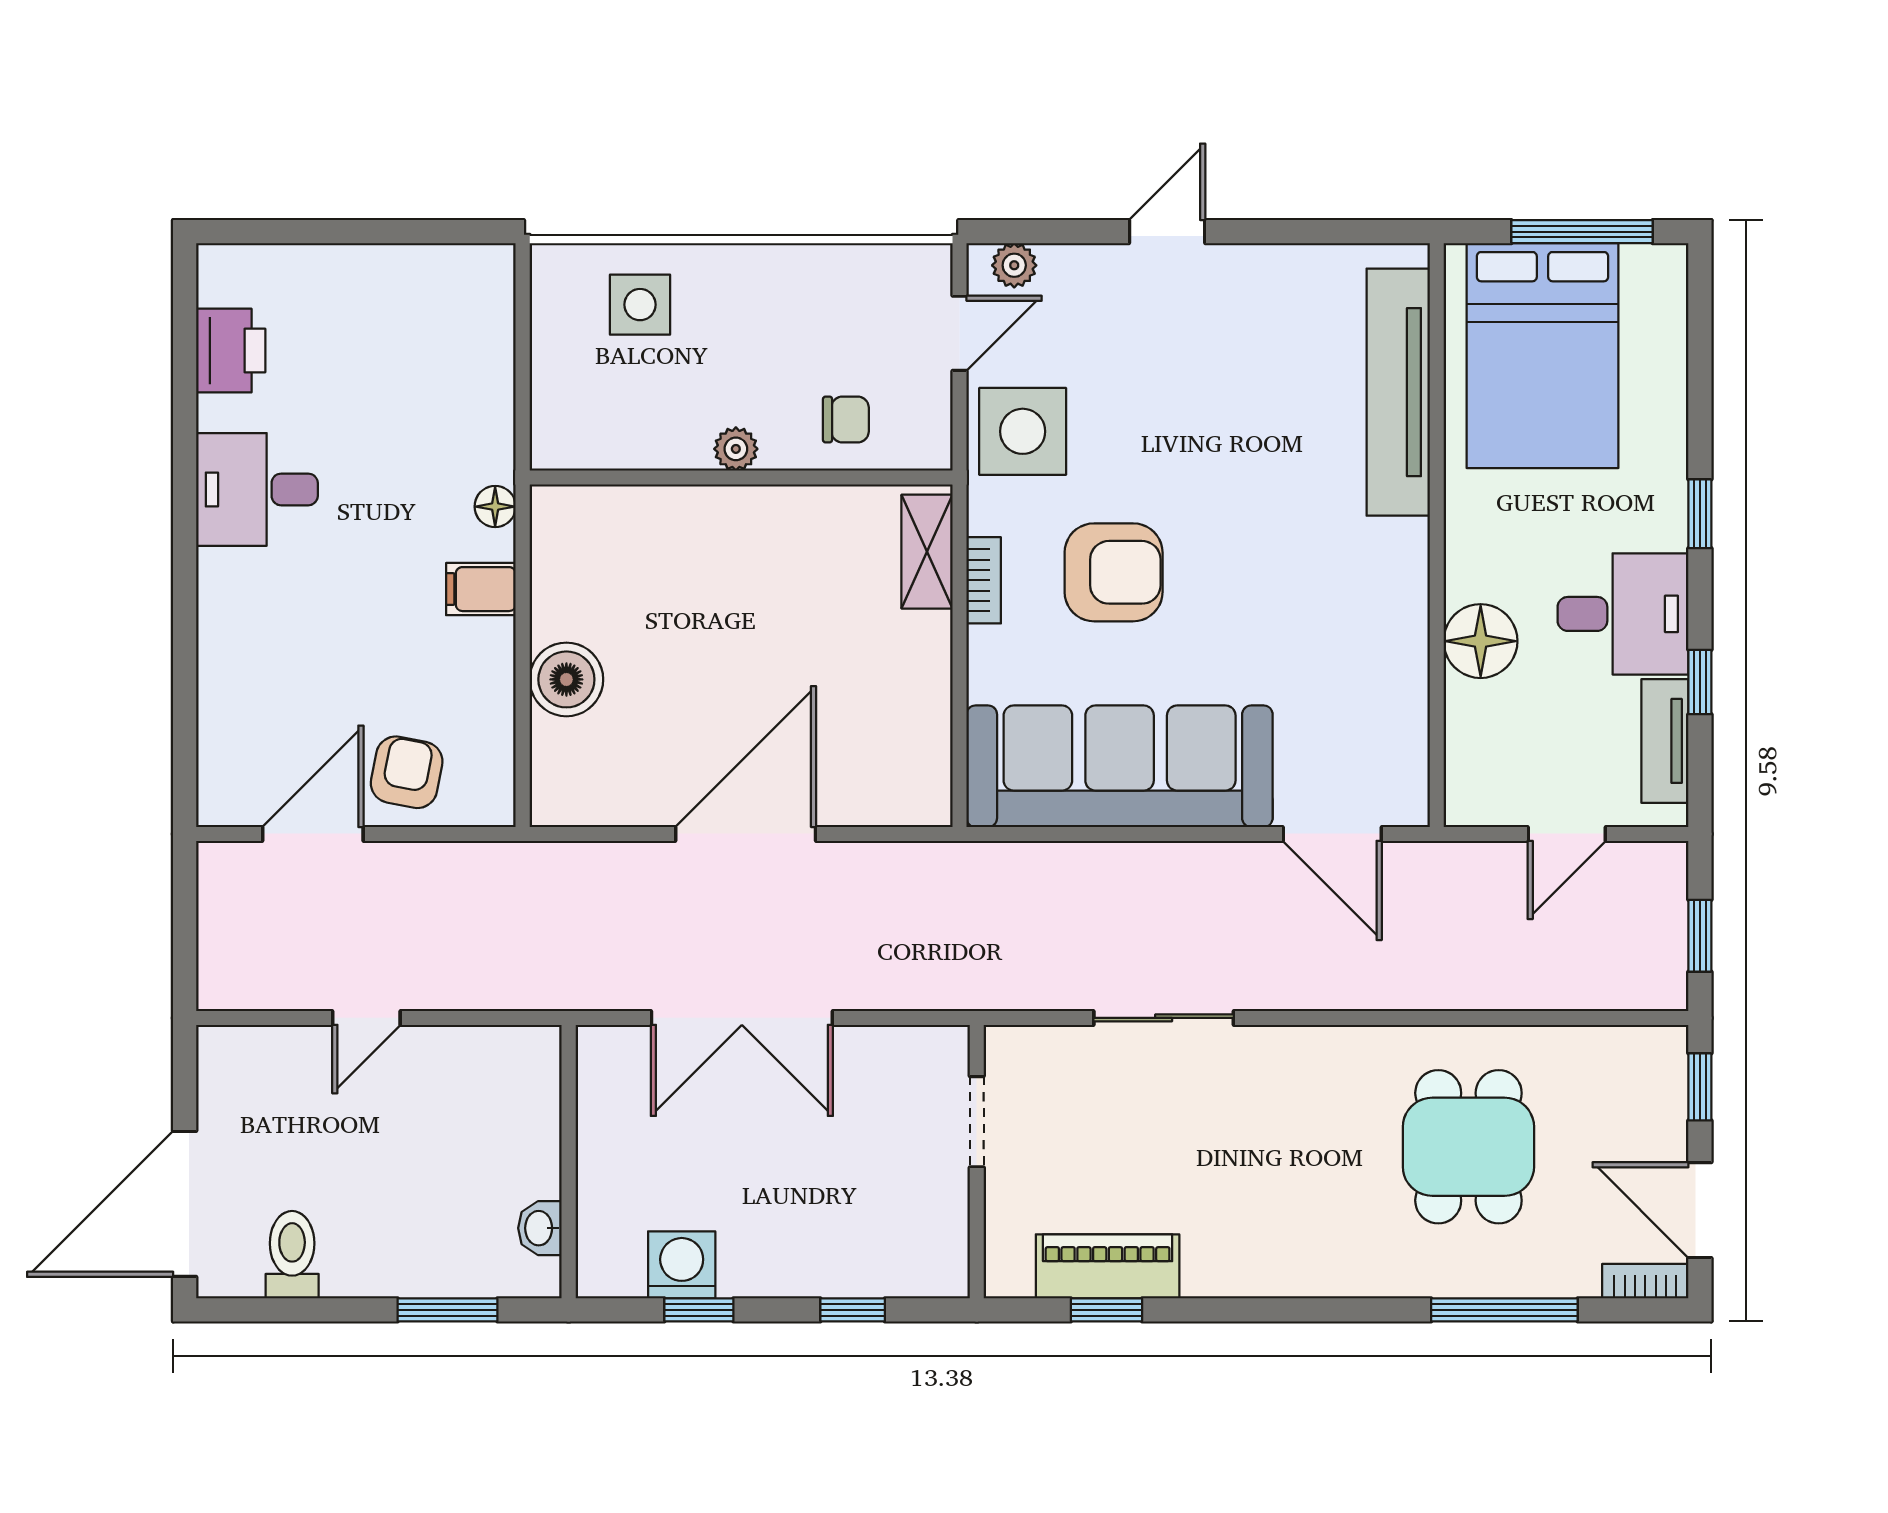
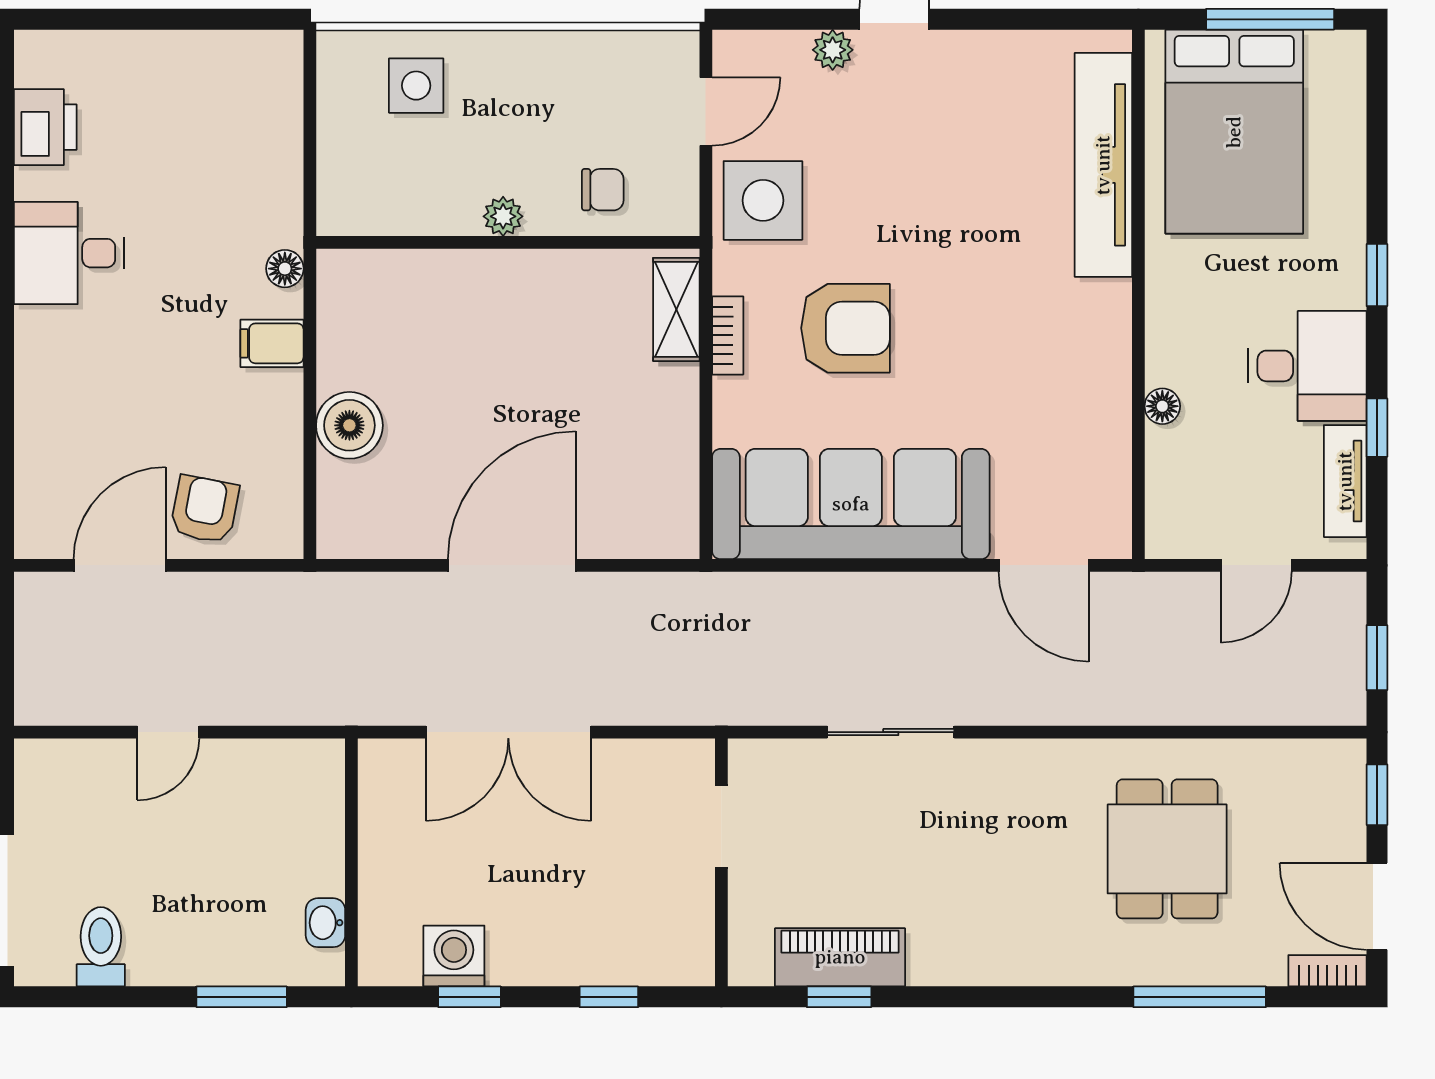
plant: (1014, 265) -> (833, 50), moved
floor lamp: (1481, 641) -> (1162, 406), width x0.53, depth x0.53

